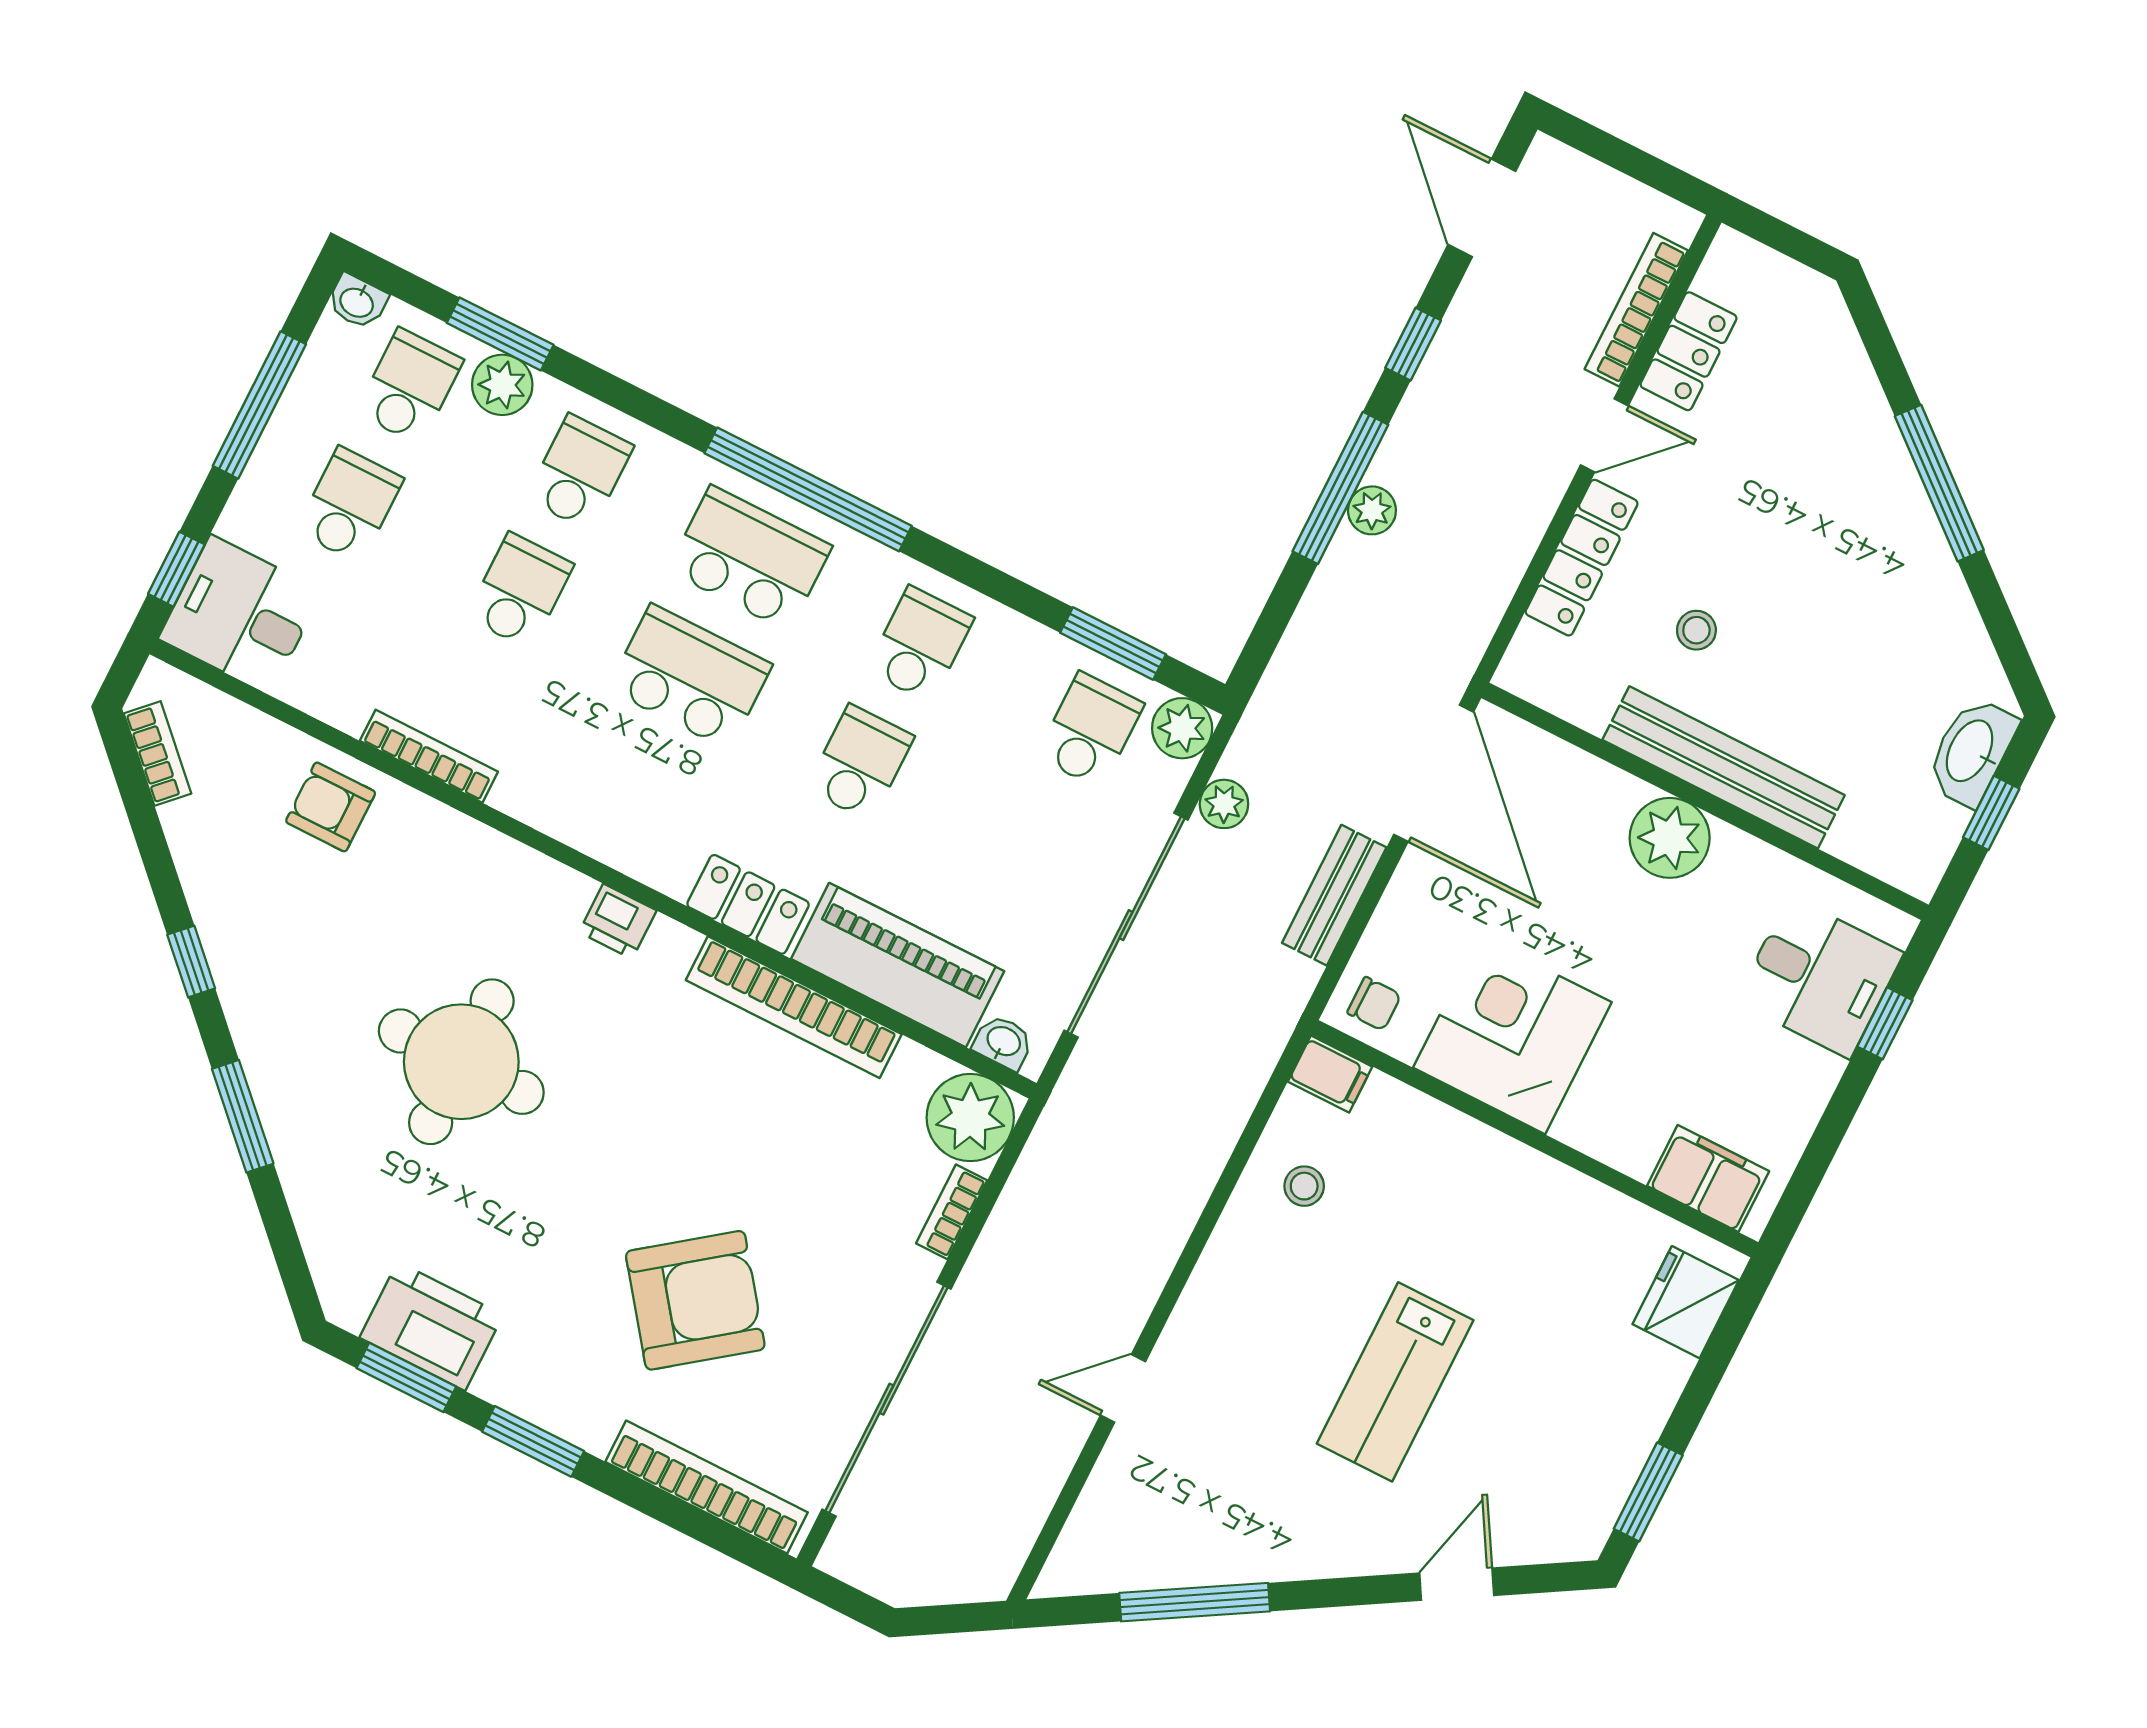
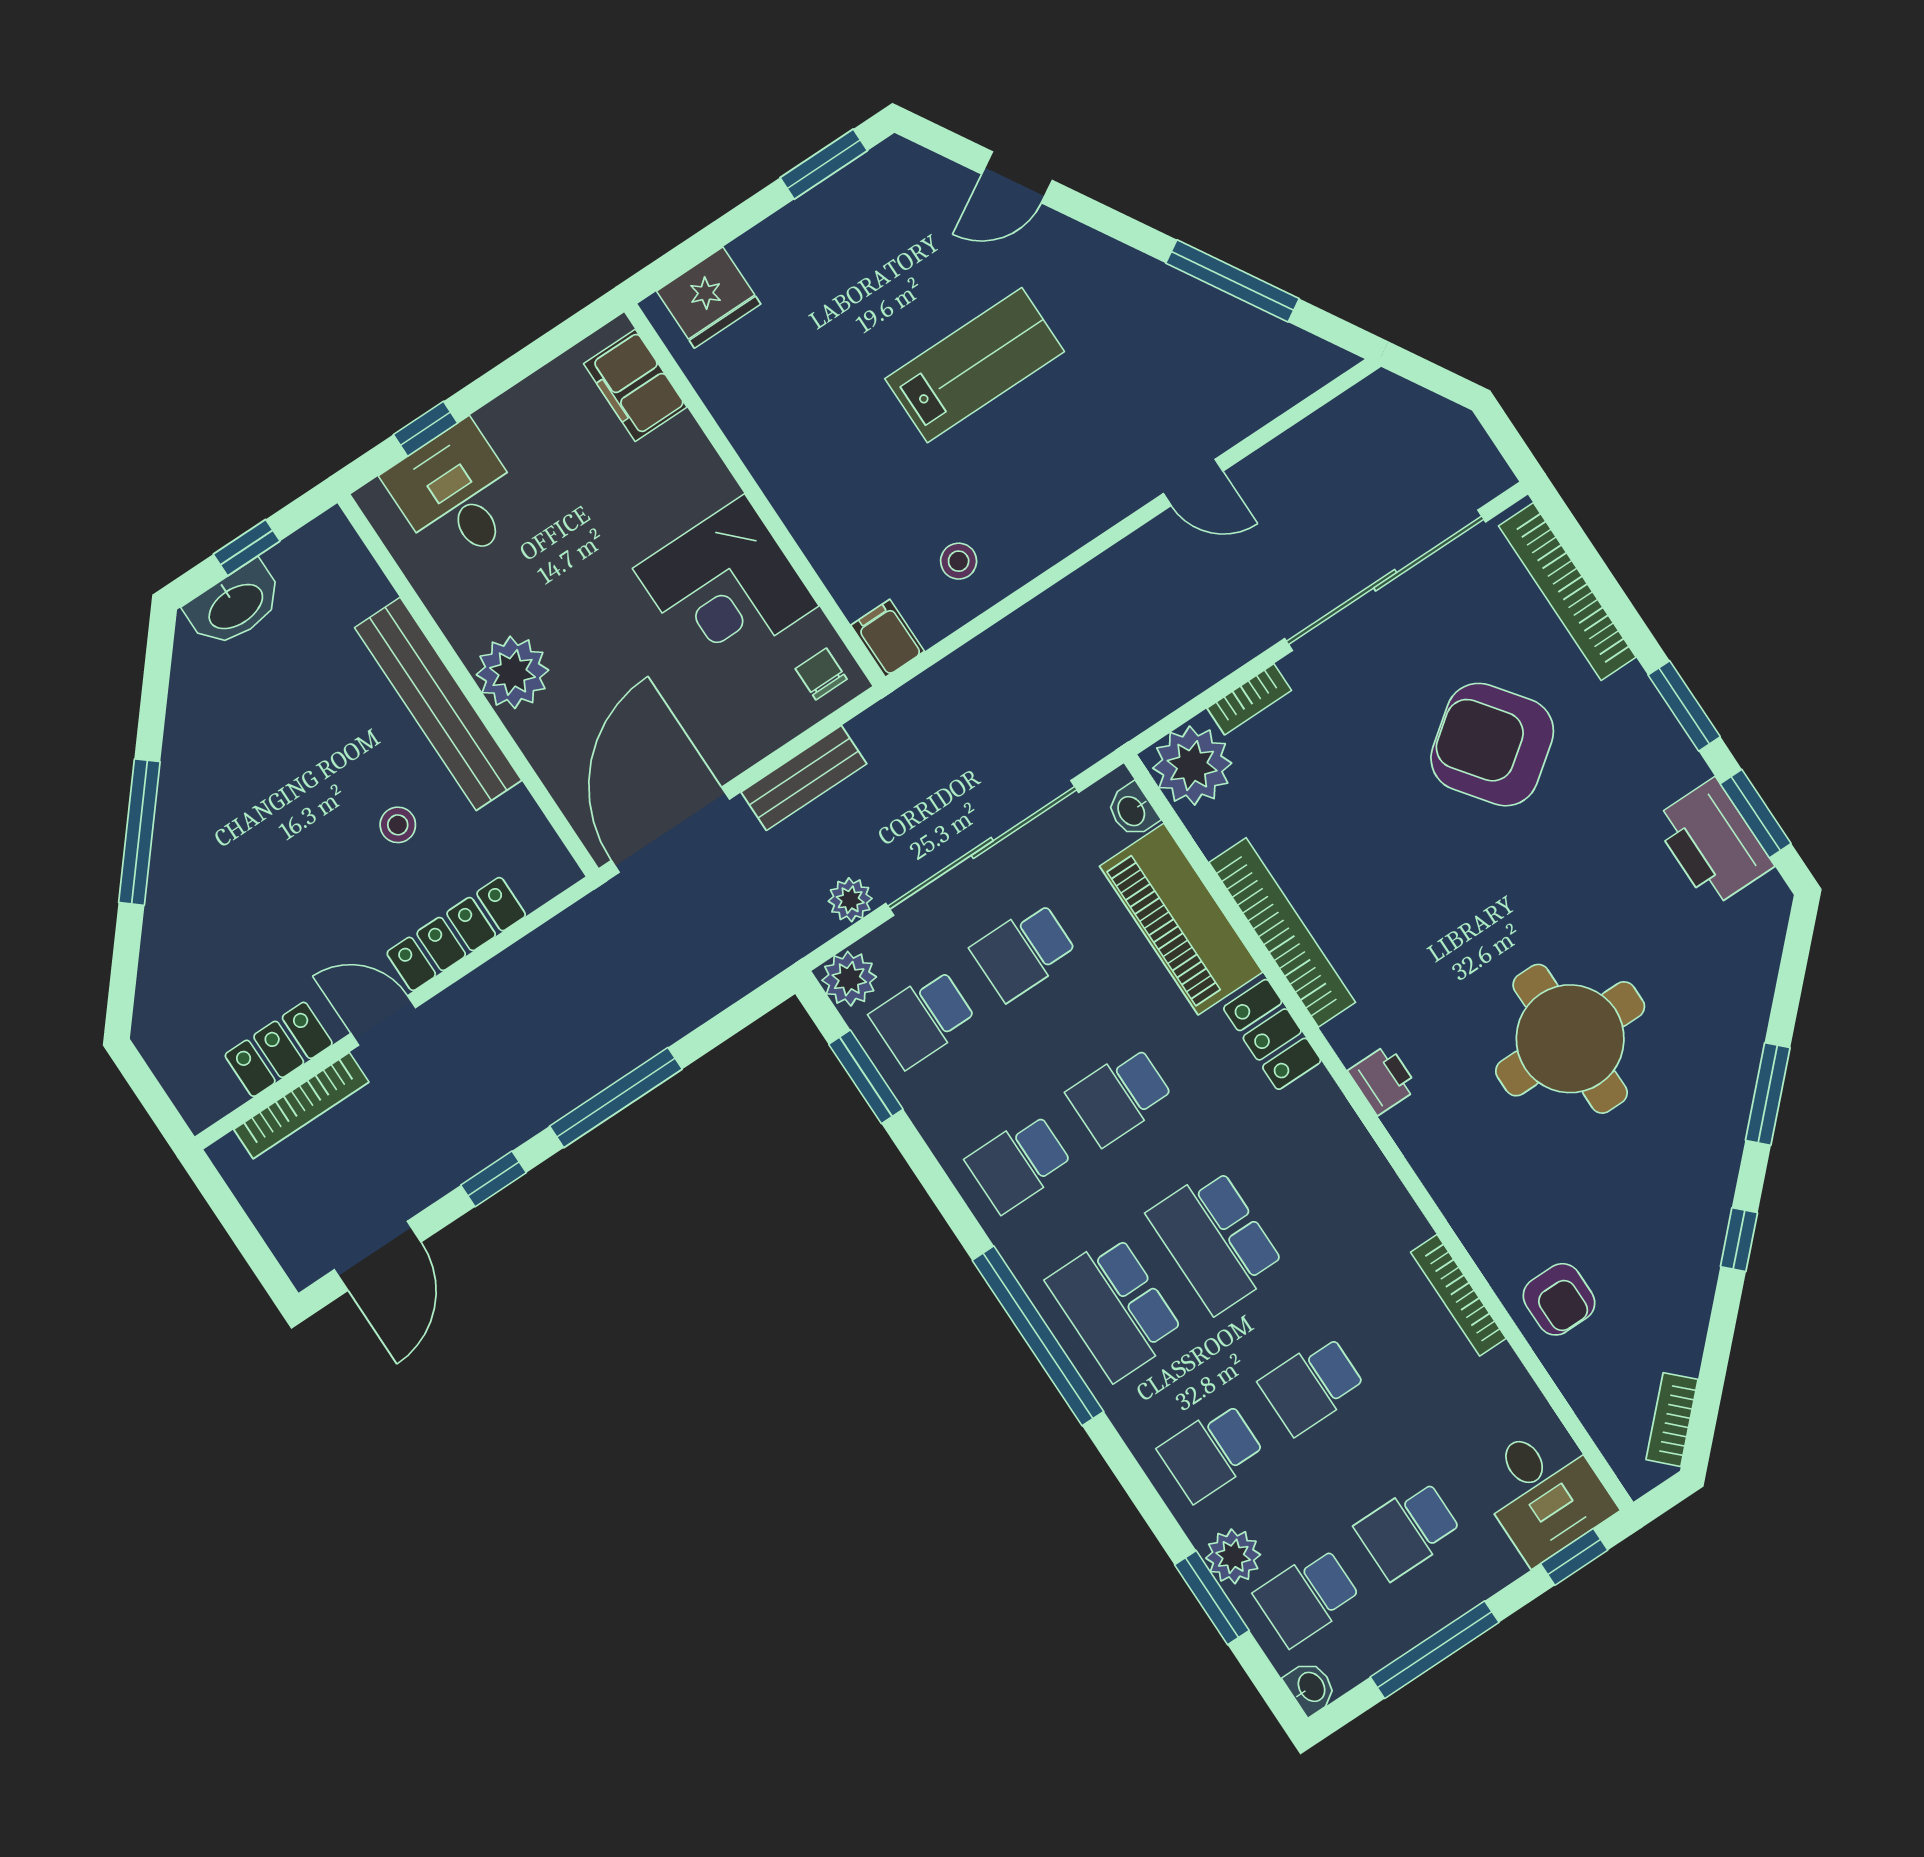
plant: (1372, 510) -> (601, 1066), removed
school desk: (1030, 849) -> (1024, 951), added

